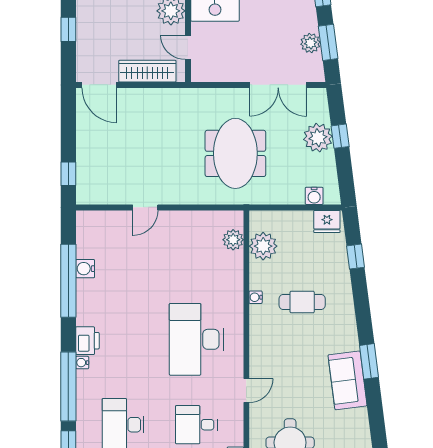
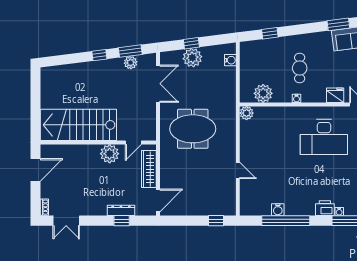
dresser: (84, 28) -> (121, 210), added
meeting table: (235, 153) -> (193, 129), moved
fridge: (327, 222) -> (335, 95), moved, turned -90
plant: (233, 240) -> (247, 113), moved

